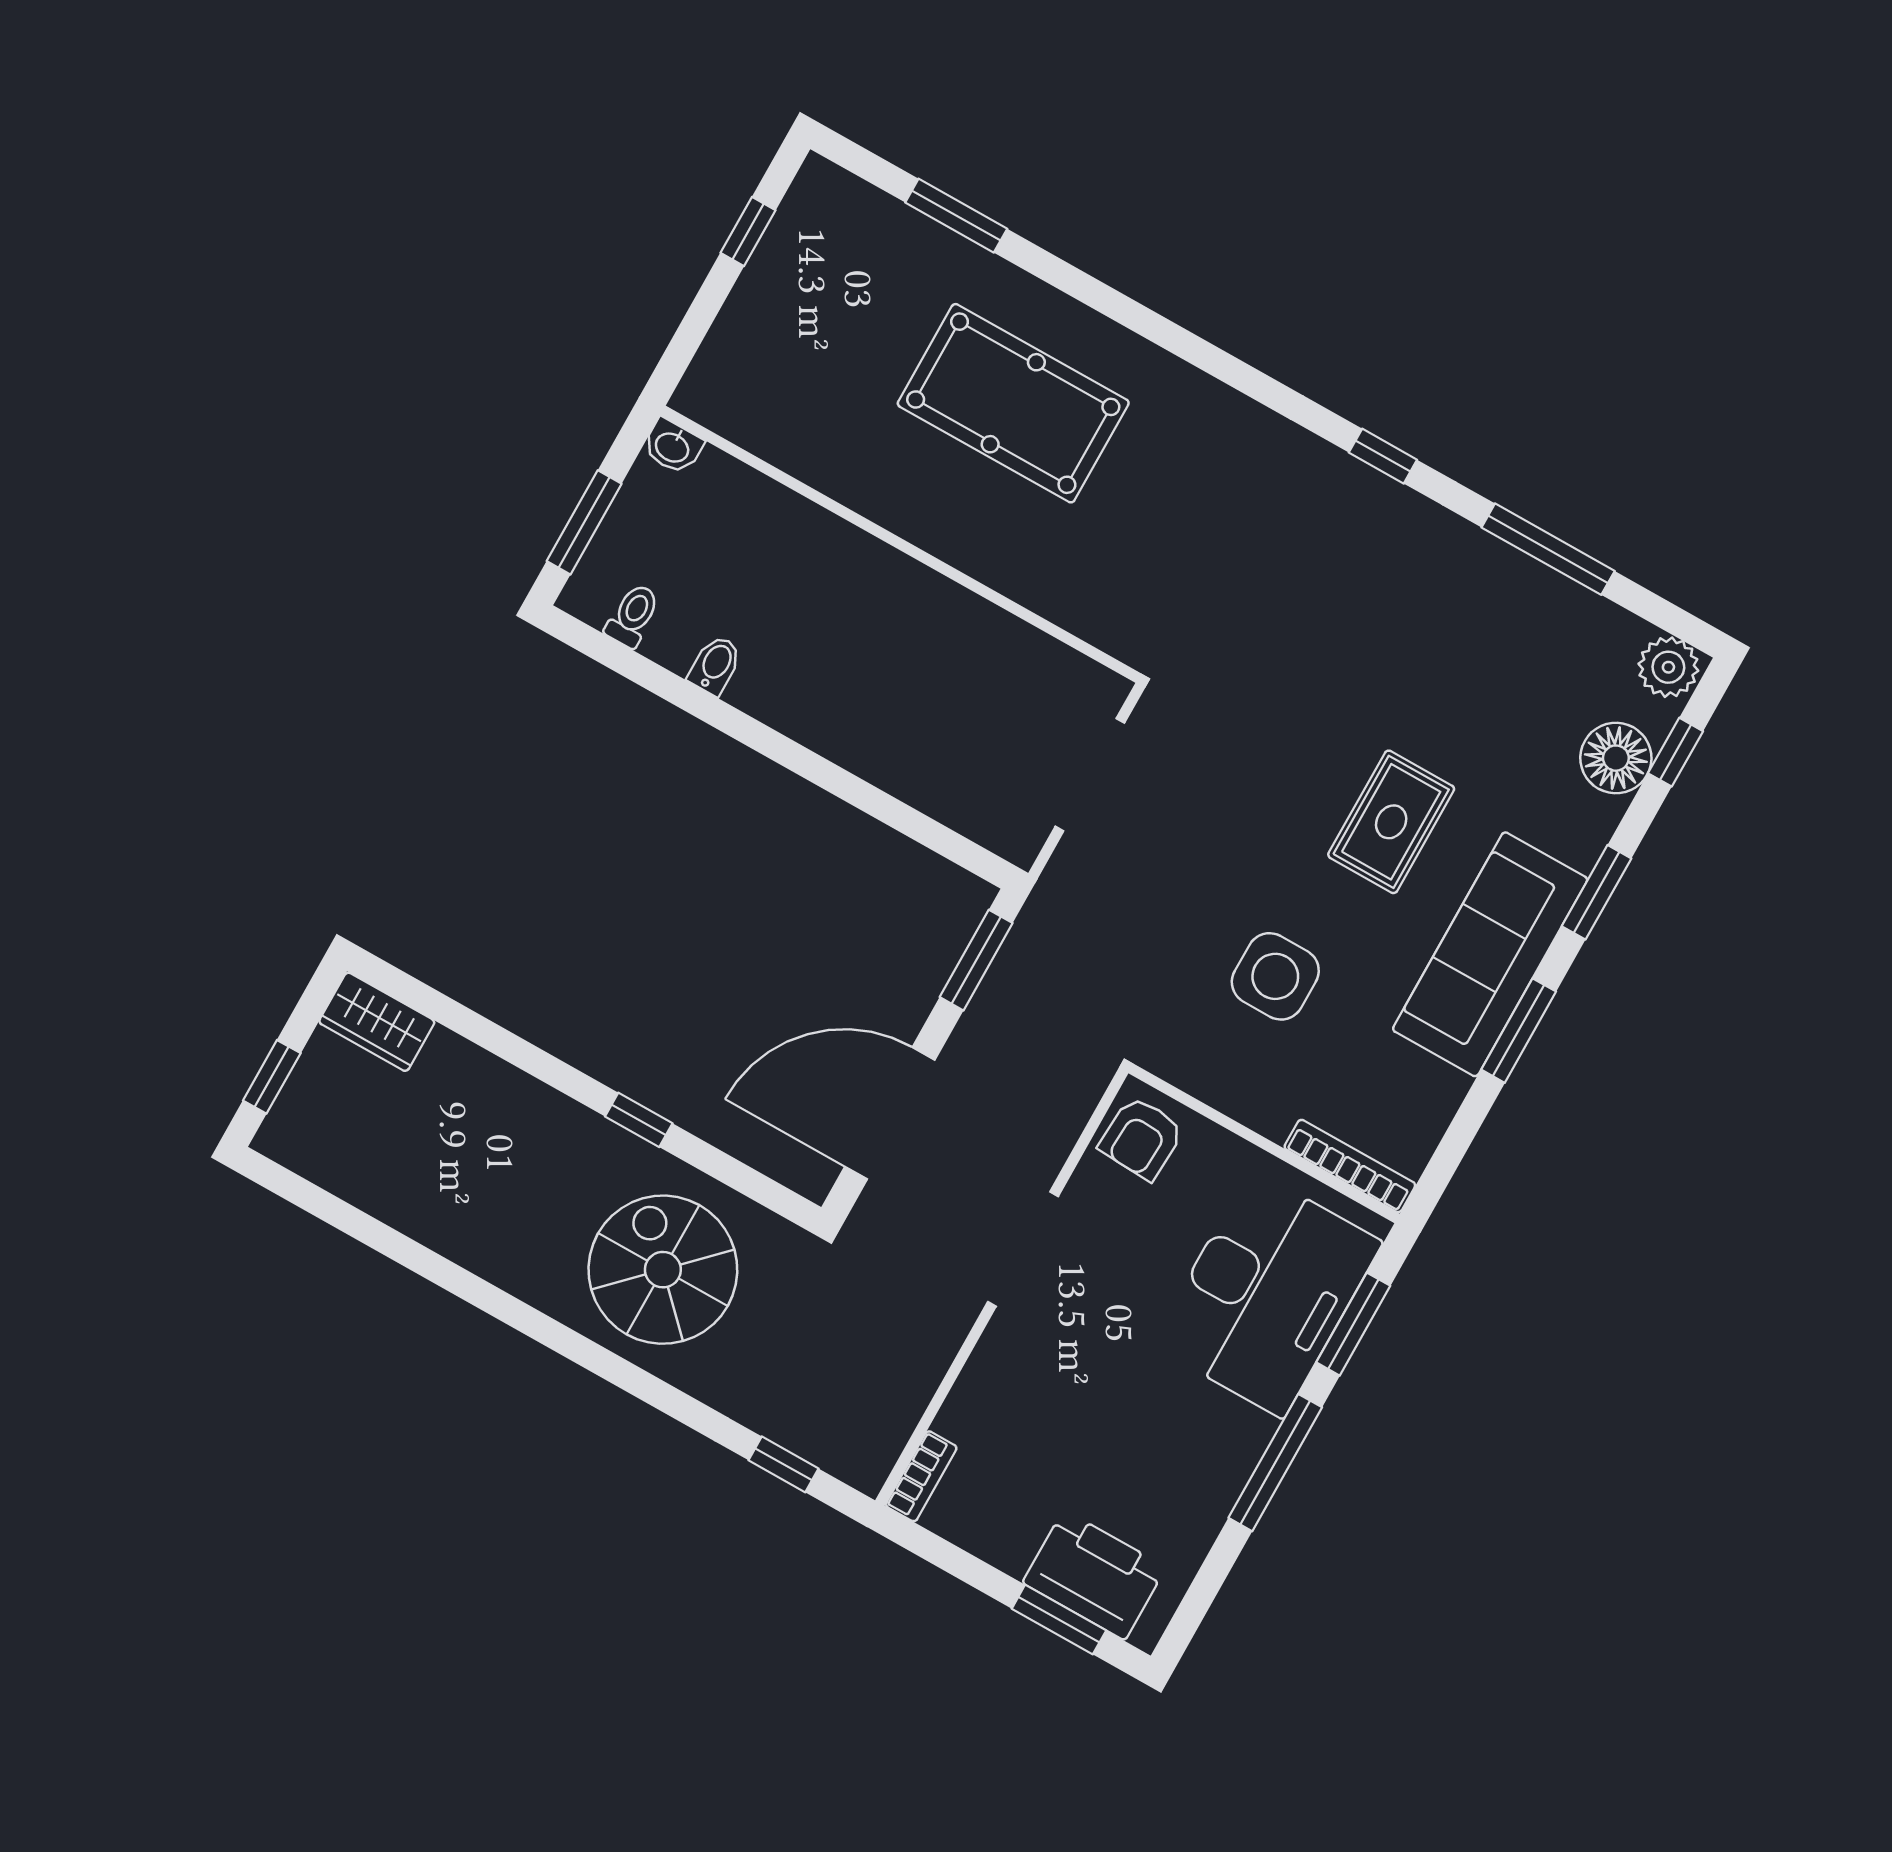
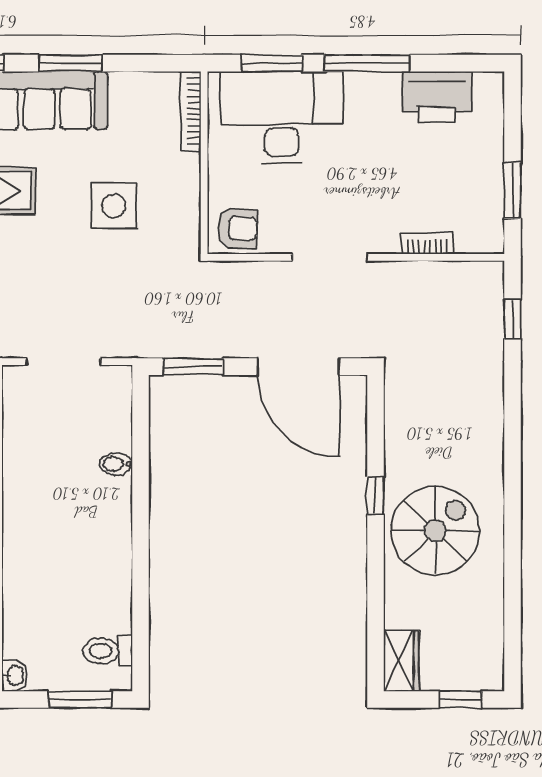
toilet: (633, 615) -> (107, 651), width x1.37, depth x1.39
bidet: (715, 665) -> (116, 464), moved
spiral stairs: (663, 1270) -> (435, 531), moved, turned 180
bookcase: (921, 1476) -> (427, 244), moved
printer: (1094, 1575) -> (437, 97), moved, turned -90
window: (1059, 1620) -> (513, 191), moved

